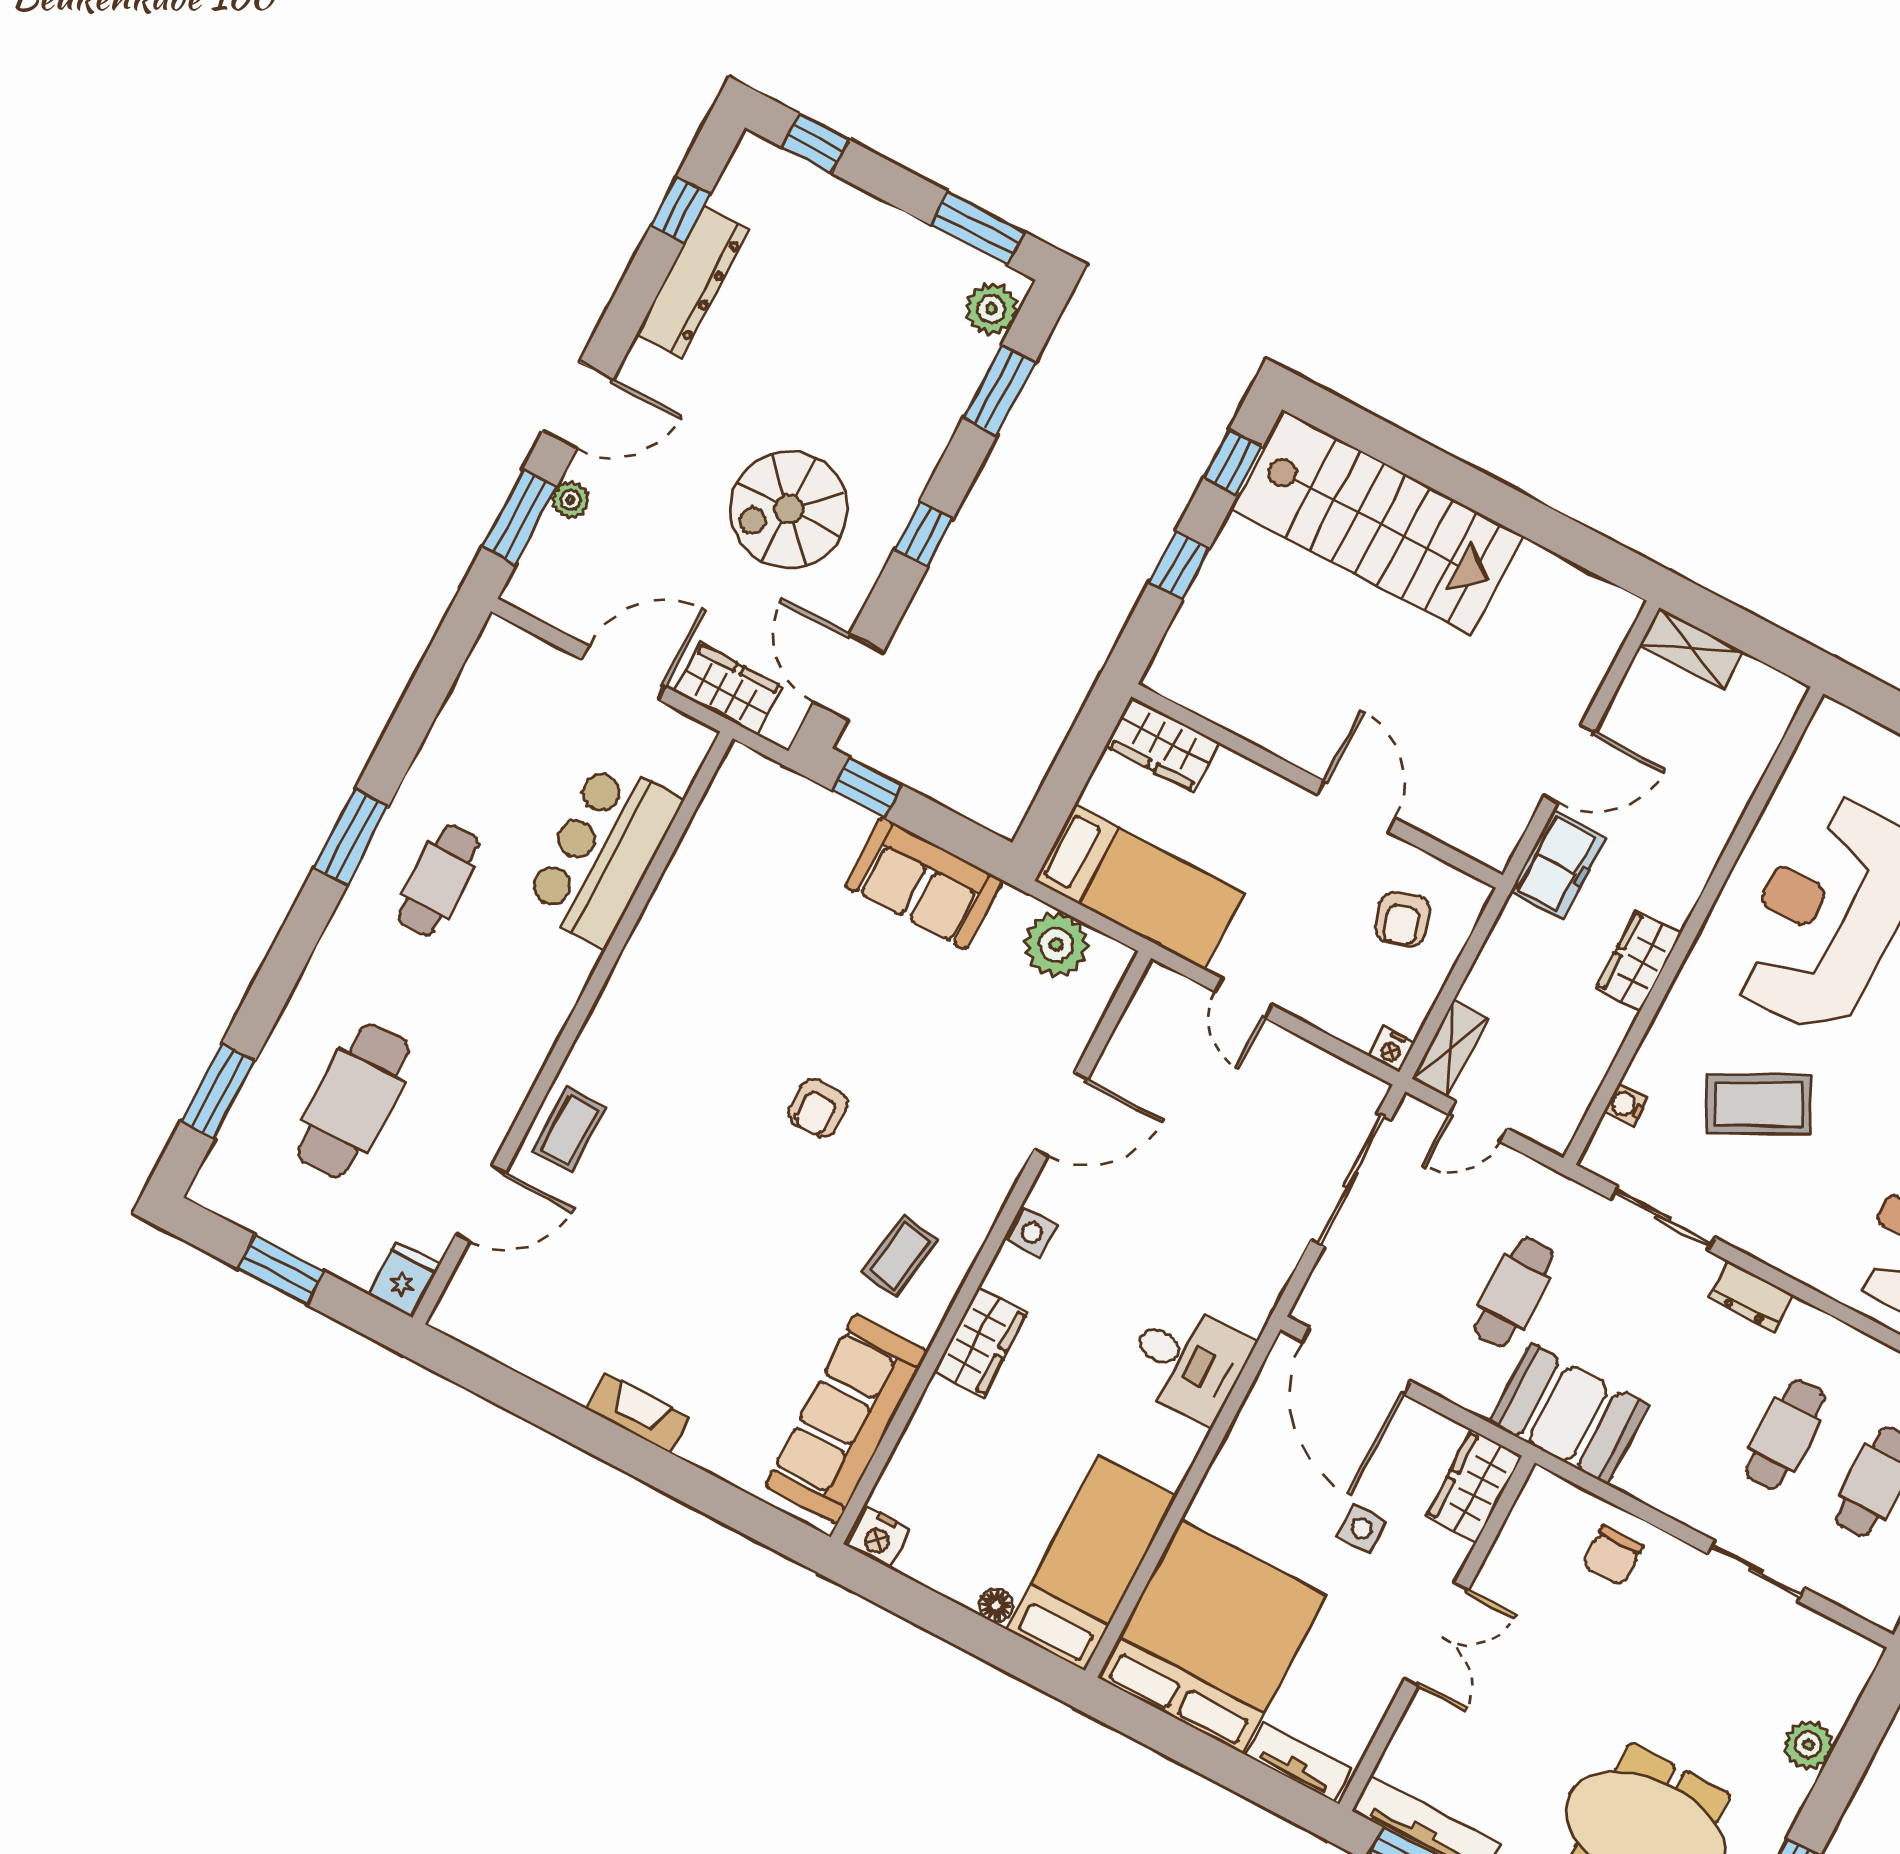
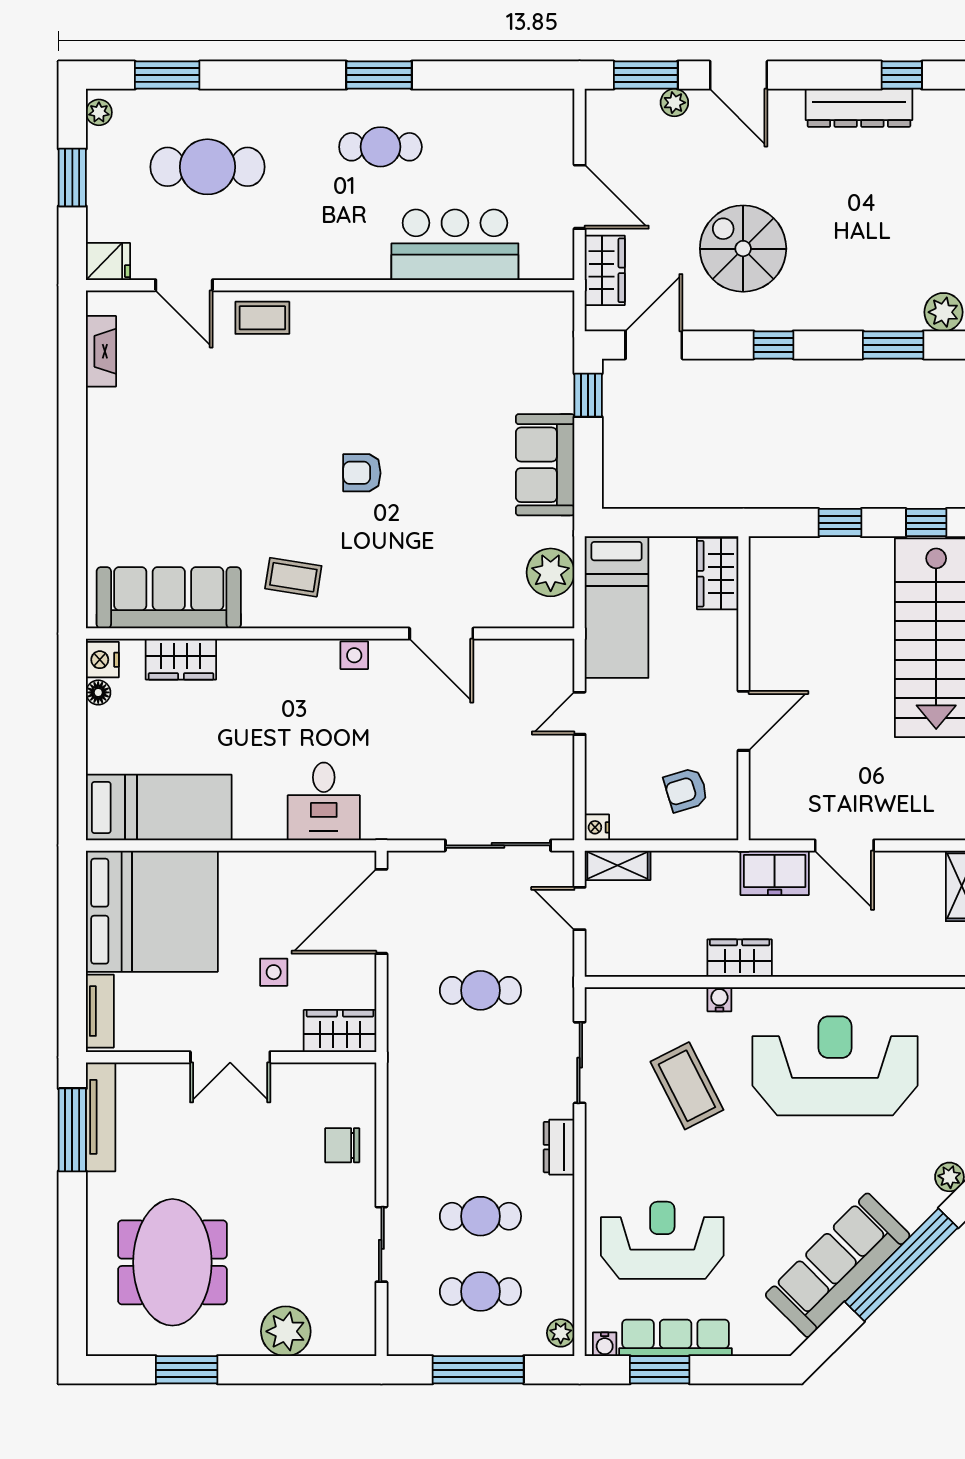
water cooler: (1626, 1105) -> (719, 999), moved
plant: (219, 1197) -> (99, 112), added
wardrobe: (980, 1342) -> (181, 659), moved
fireplace: (637, 1413) -> (101, 351), moved
booth: (1569, 1414) -> (420, 1068), removed
floor lamp: (996, 1606) -> (98, 692), moved
plant: (1808, 1745) -> (286, 1331), width x1.36, depth x1.36

